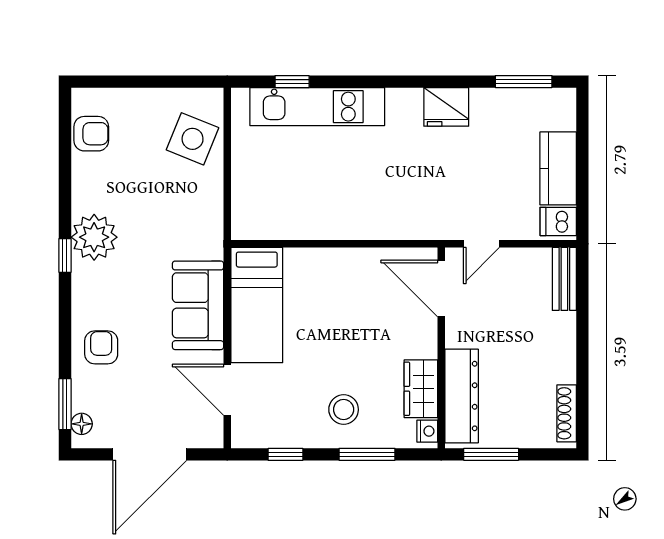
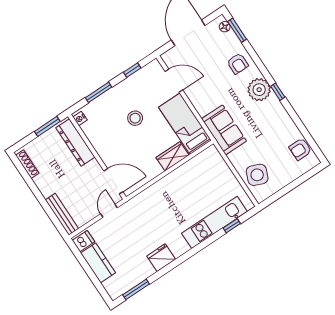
plant: (94, 237) -> (259, 90), moved
bench: (564, 279) -> (62, 214), width x1.36
sofa: (198, 305) -> (224, 130), moved
wardrobe: (421, 389) -> (173, 156), moved, turned -90
stool: (344, 410) -> (135, 118), moved

